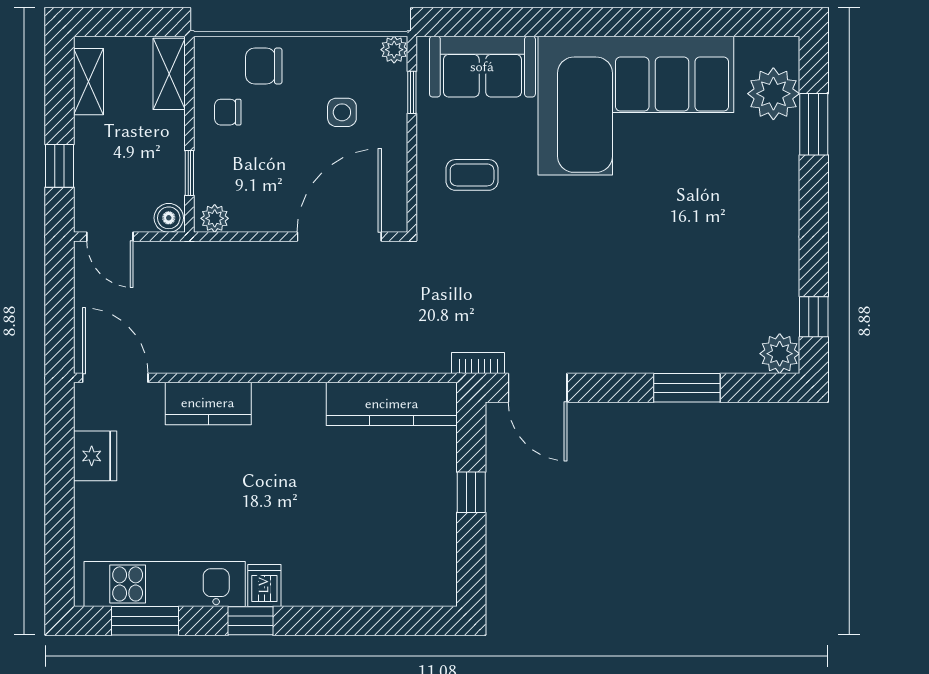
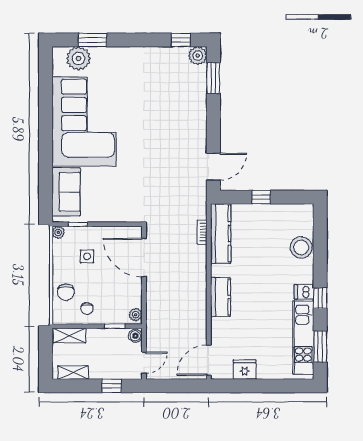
coffee table: (472, 175) -> (116, 197), removed
bookcase: (478, 363) -> (202, 232), moved
window: (687, 388) -> (213, 78), moved
kitchen counter: (208, 403) -> (221, 297), moved
stool: (361, 579) -> (301, 247), added

